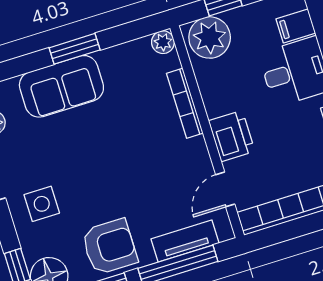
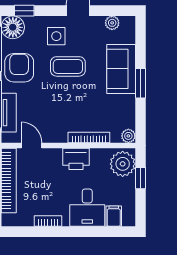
printer: (232, 136) -> (76, 159), moved
coffee table: (84, 171) -> (68, 66), added
armchair: (109, 247) -> (19, 68), turned 180

